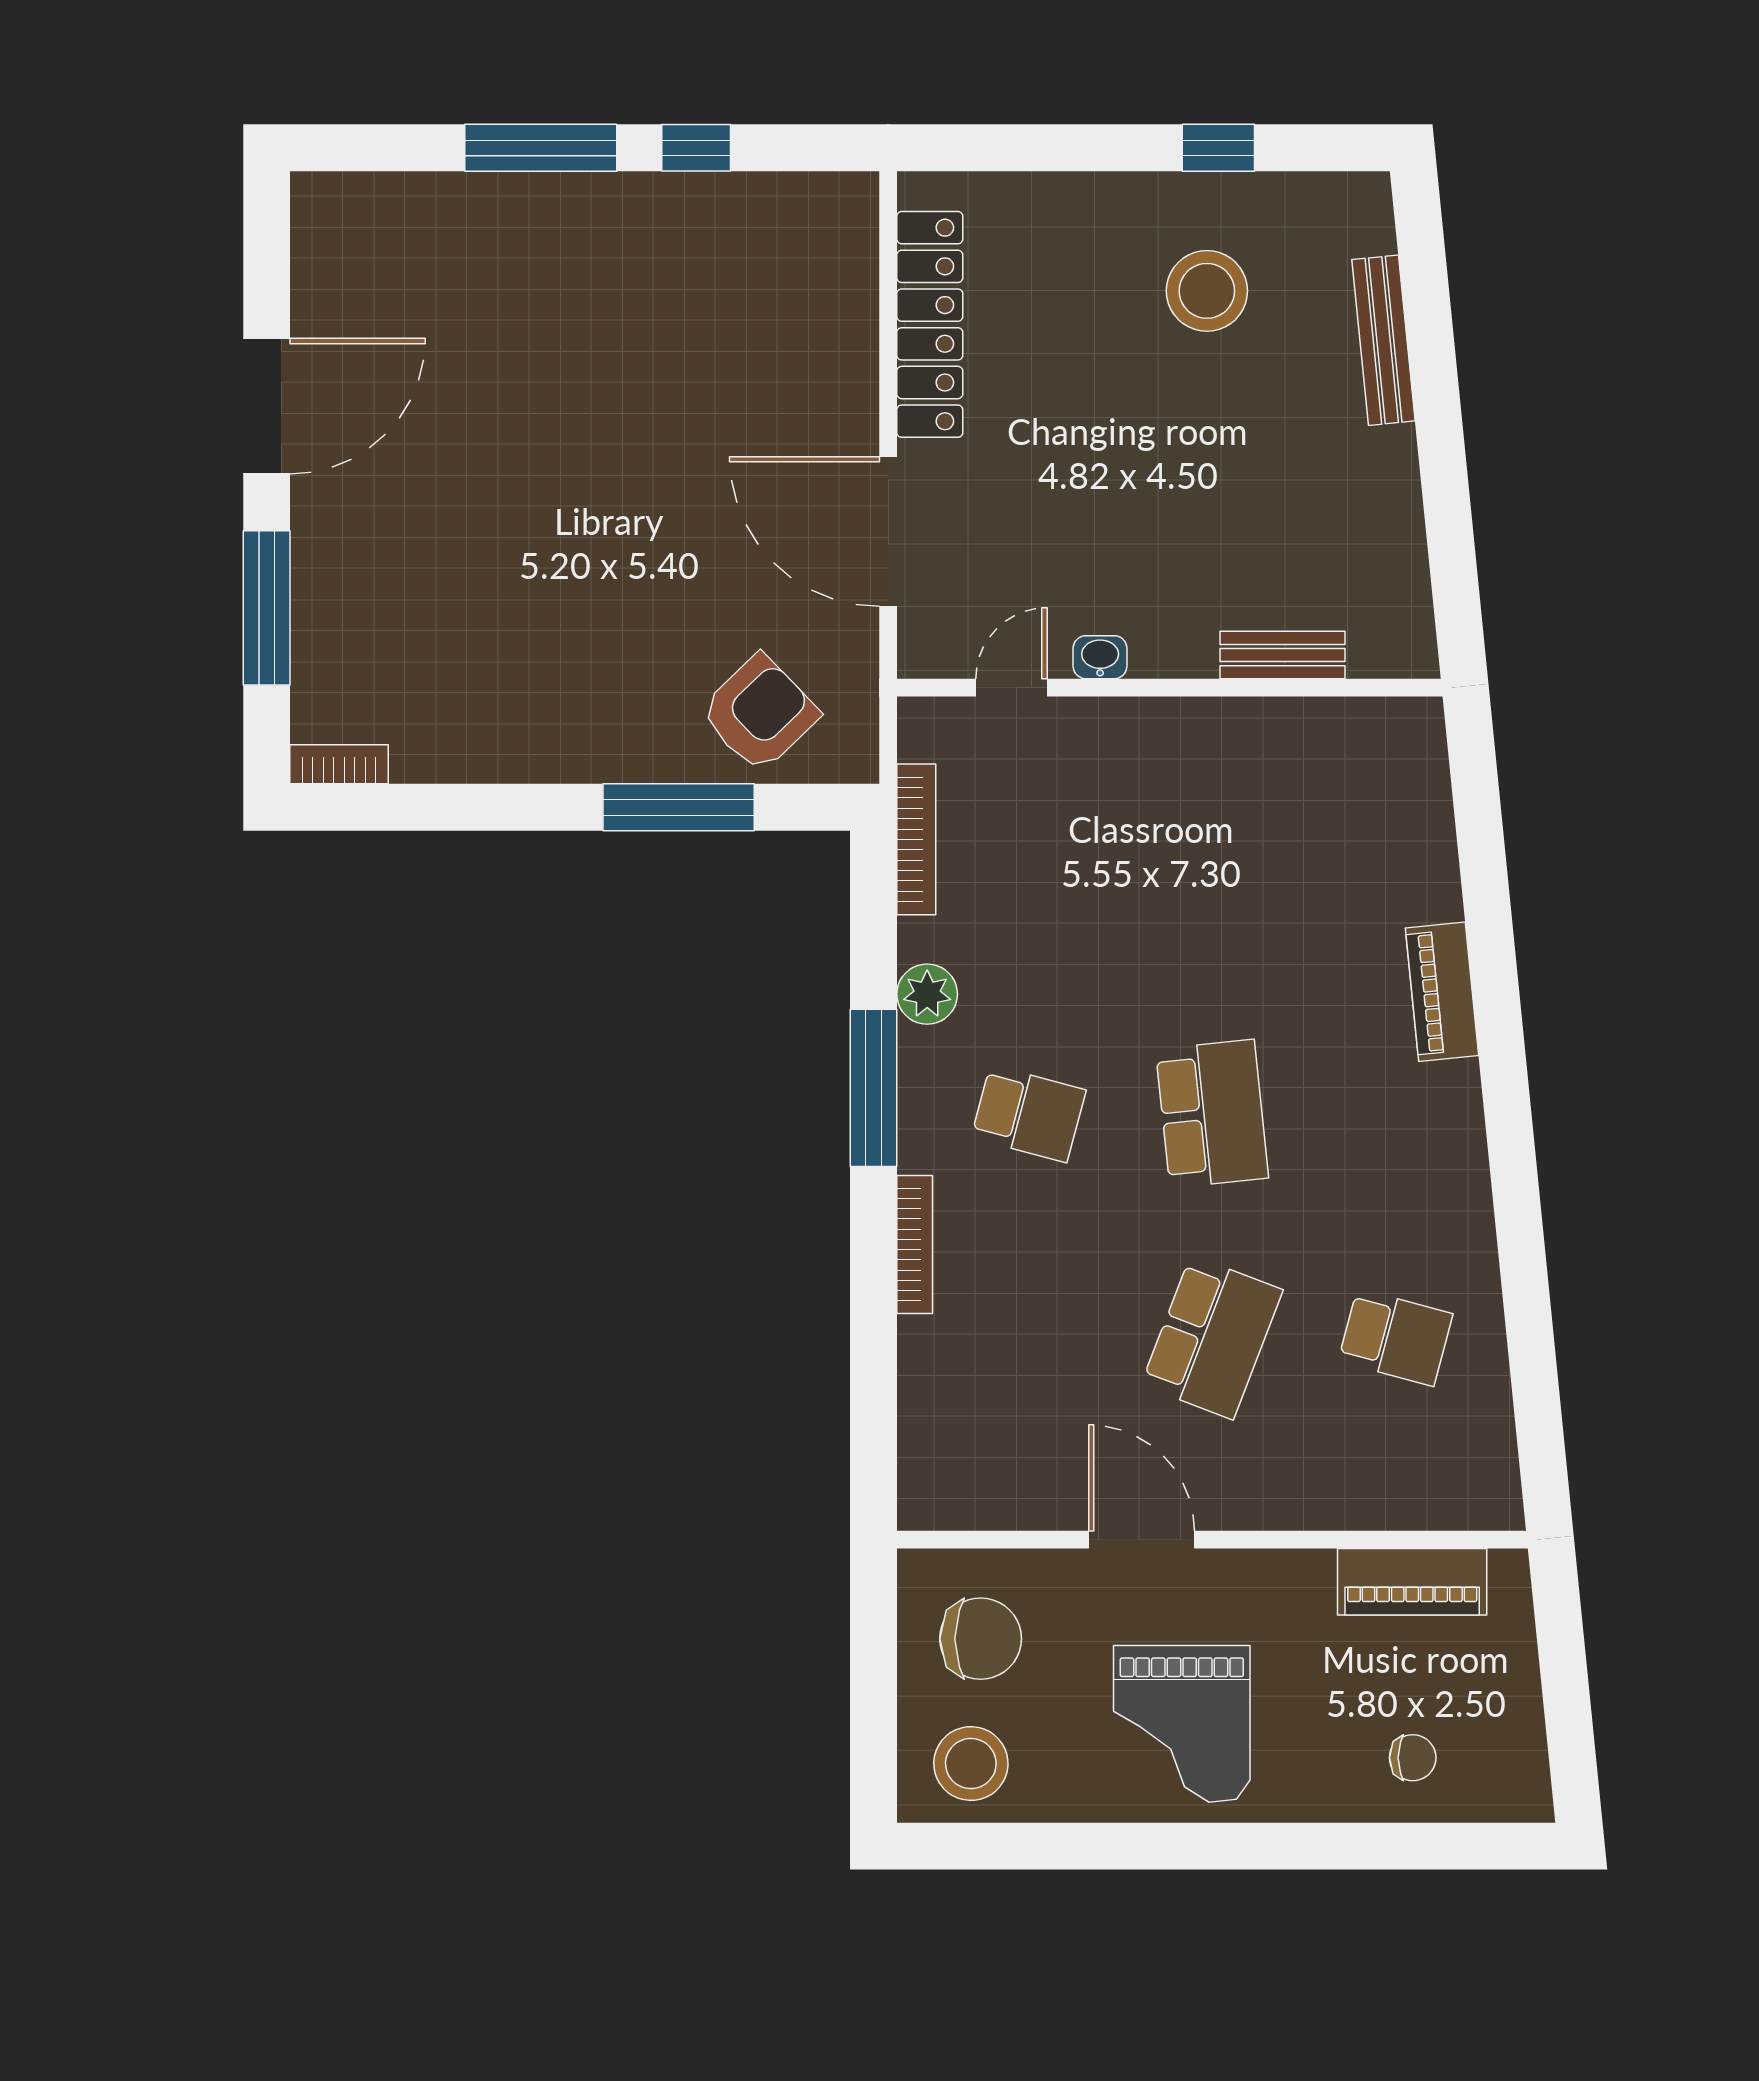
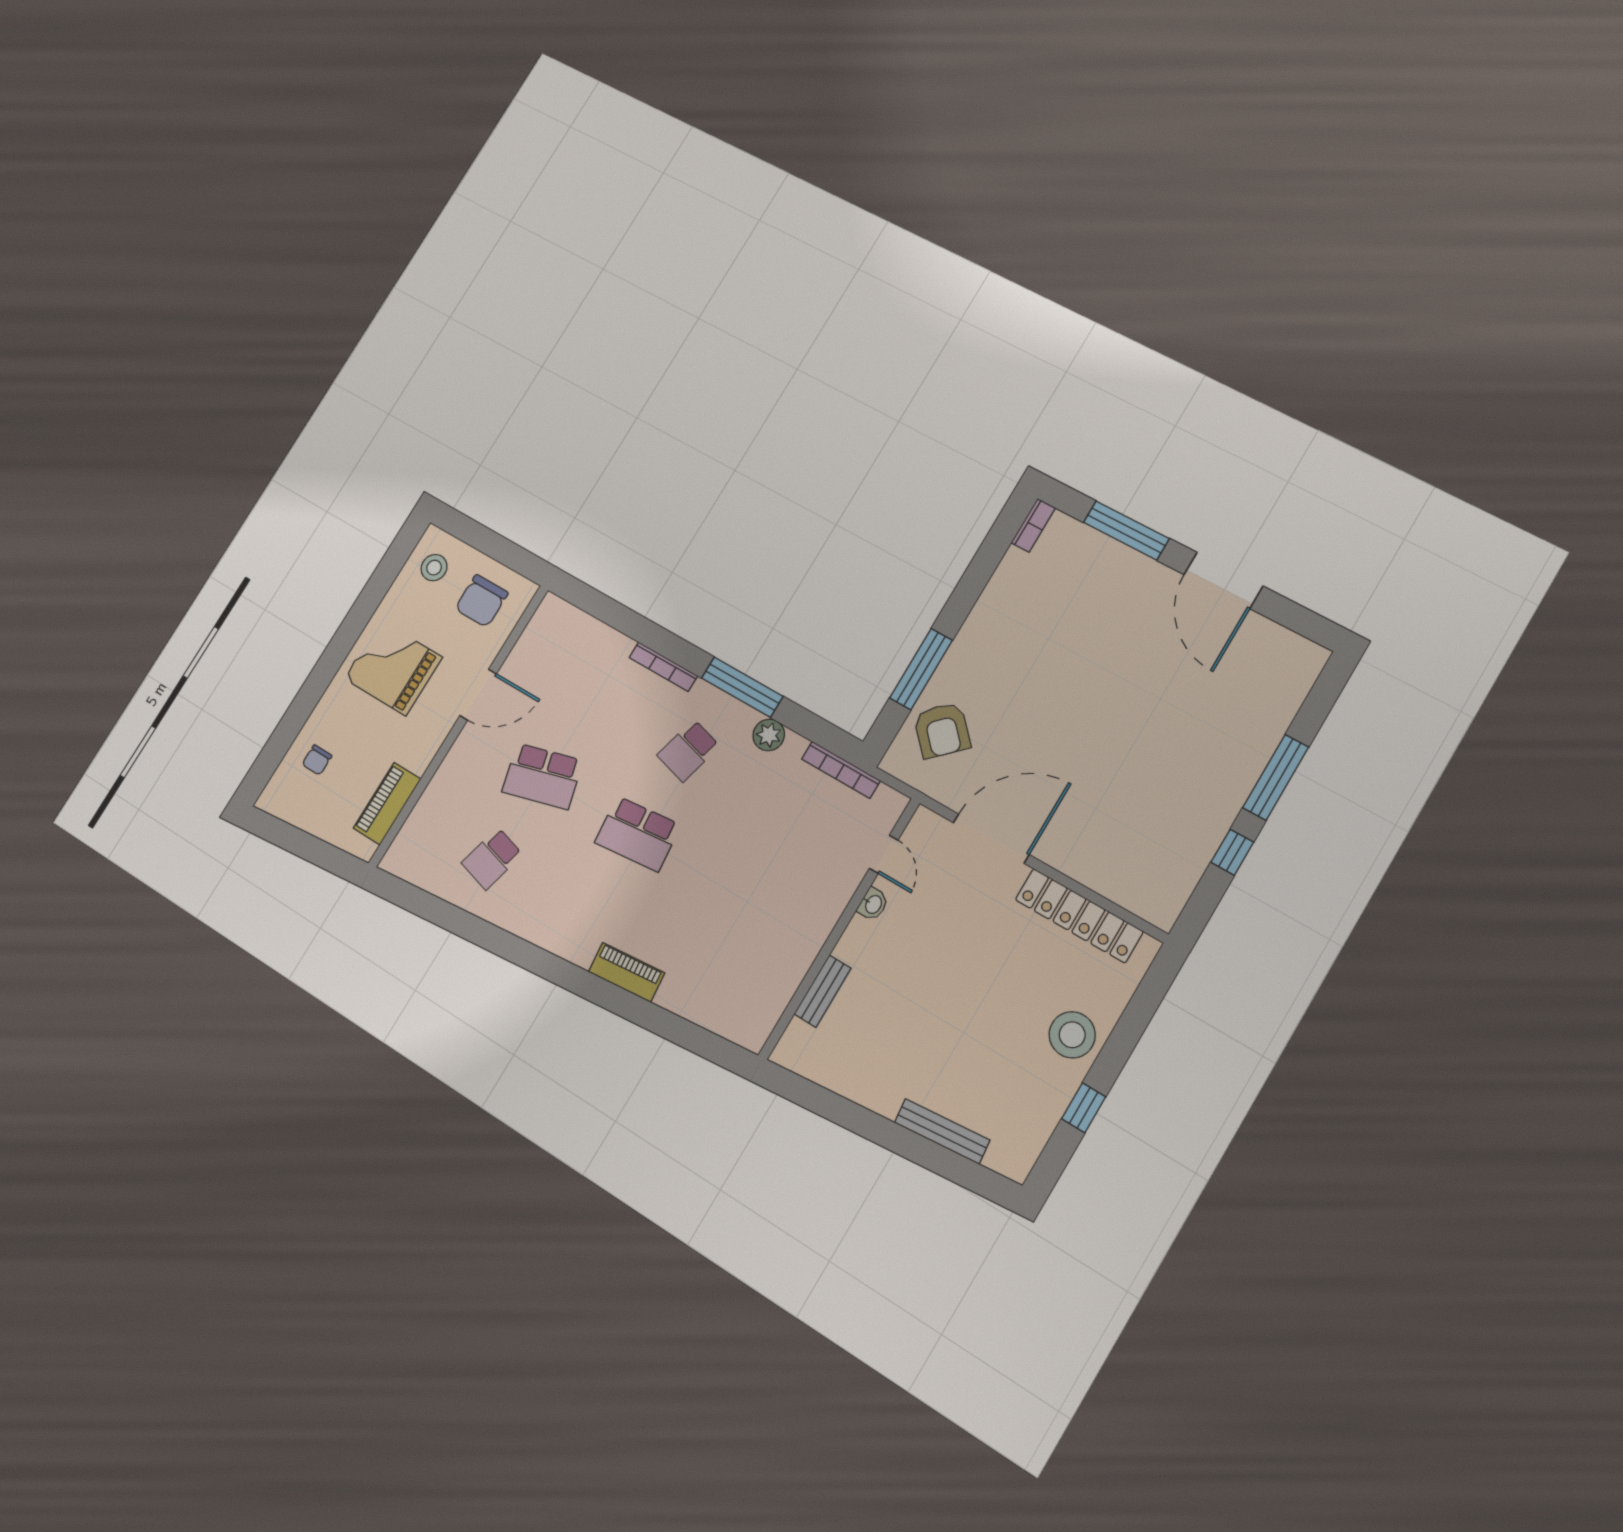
stool: (1207, 291) -> (1072, 1035), moved
school desk: (1212, 1337) -> (543, 776), turned -36
stool: (971, 1764) -> (434, 568), width x0.73, depth x0.73

